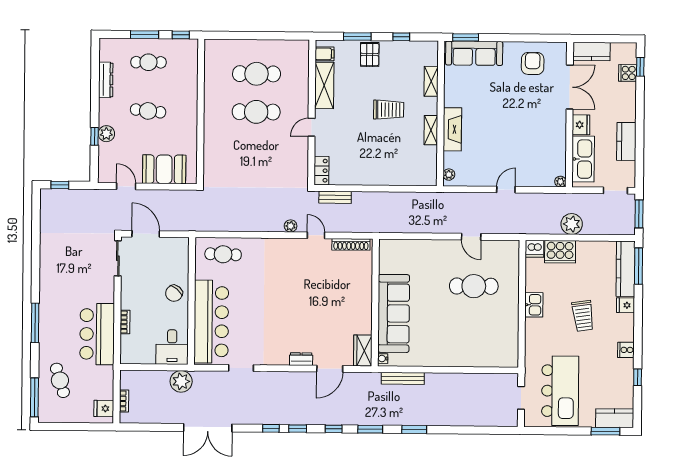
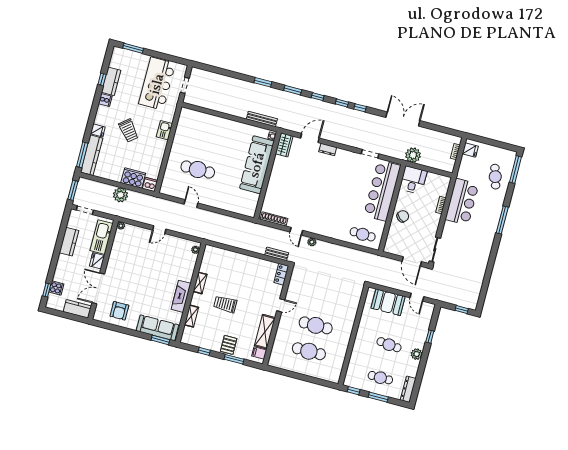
dresser: (106, 80) -> (408, 389), moved
fireplace: (452, 129) -> (181, 296), moved
plant: (106, 134) -> (417, 354), moved
kitchen sink: (534, 305) -> (164, 130), moved
trolley: (583, 316) -> (129, 131), turned 149
kitchen counter: (615, 418) -> (111, 81), moved, turned -90

